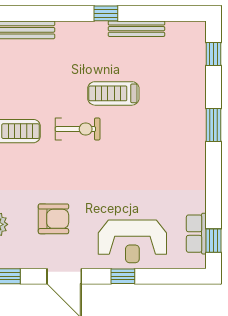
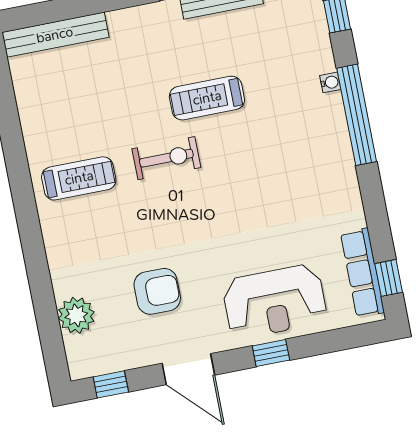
water cooler: (200, 99) -> (330, 82), added
window: (213, 125) -> (357, 115), width x2.11
row of seats: (196, 234) -> (362, 273), width x1.48

